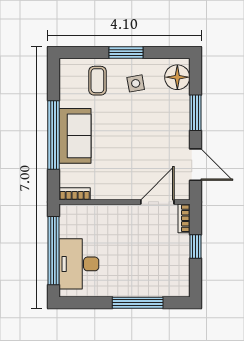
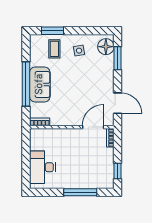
window: (126, 52) -> (52, 31), moved
window: (195, 113) -> (118, 58), moved
window: (195, 246) -> (118, 171), moved
window: (53, 251) -> (26, 159), removed

